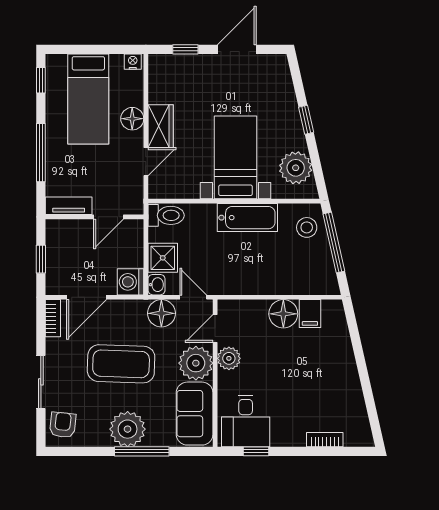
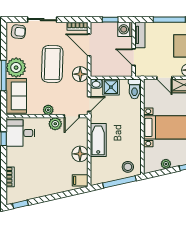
plant: (296, 168) -> (166, 164), width x0.53, depth x0.53
bathtub: (247, 218) -> (98, 140), moved, turned 180
washing machine: (130, 282) -> (125, 29), moved, turned -90
floor lamp: (161, 313) -> (80, 74), moved
filing cabinet: (310, 314) -> (80, 180), moved
door: (215, 329) -> (72, 116), swing flipped
plant: (196, 363) -> (48, 110), width x0.53, depth x0.53
sofa: (195, 414) -> (16, 96), moved, turned 90
window: (374, 421) -> (20, 204), added

